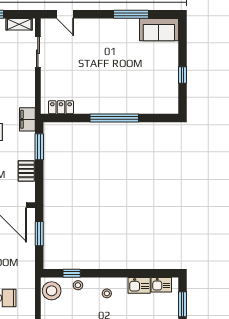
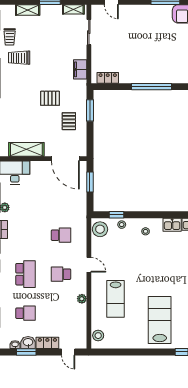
filing cabinet: (27, 119) -> (80, 69), moved
pallet: (26, 171) -> (69, 121), moved

